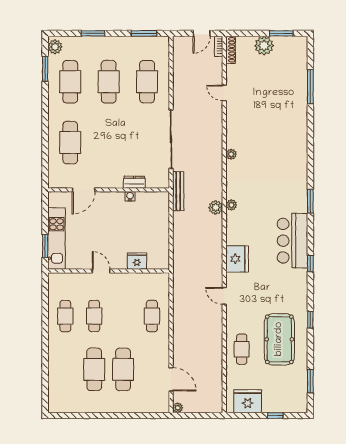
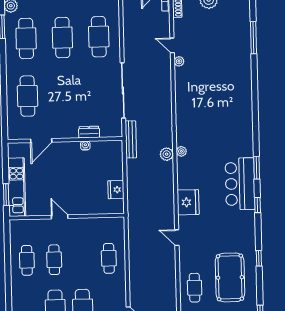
plant: (231, 154) -> (179, 61), moved
window: (310, 201) -> (257, 168), moved
fridge: (137, 261) -> (116, 190), moved, turned -90

